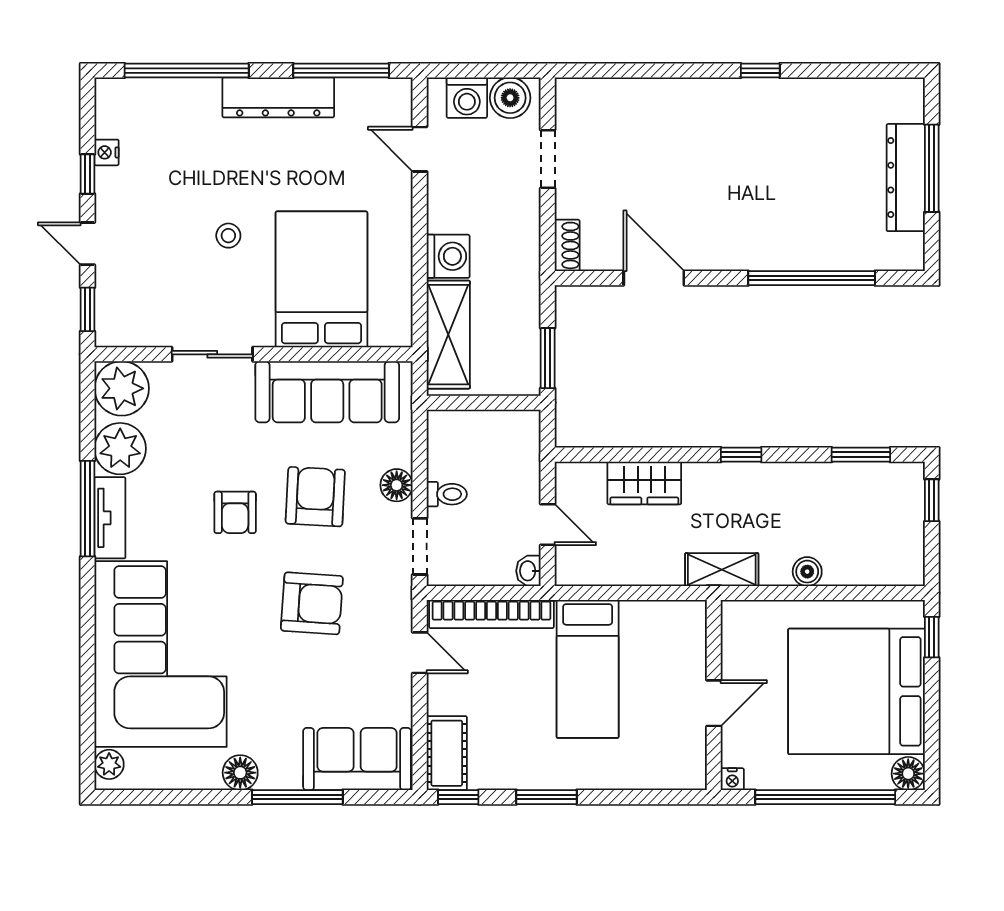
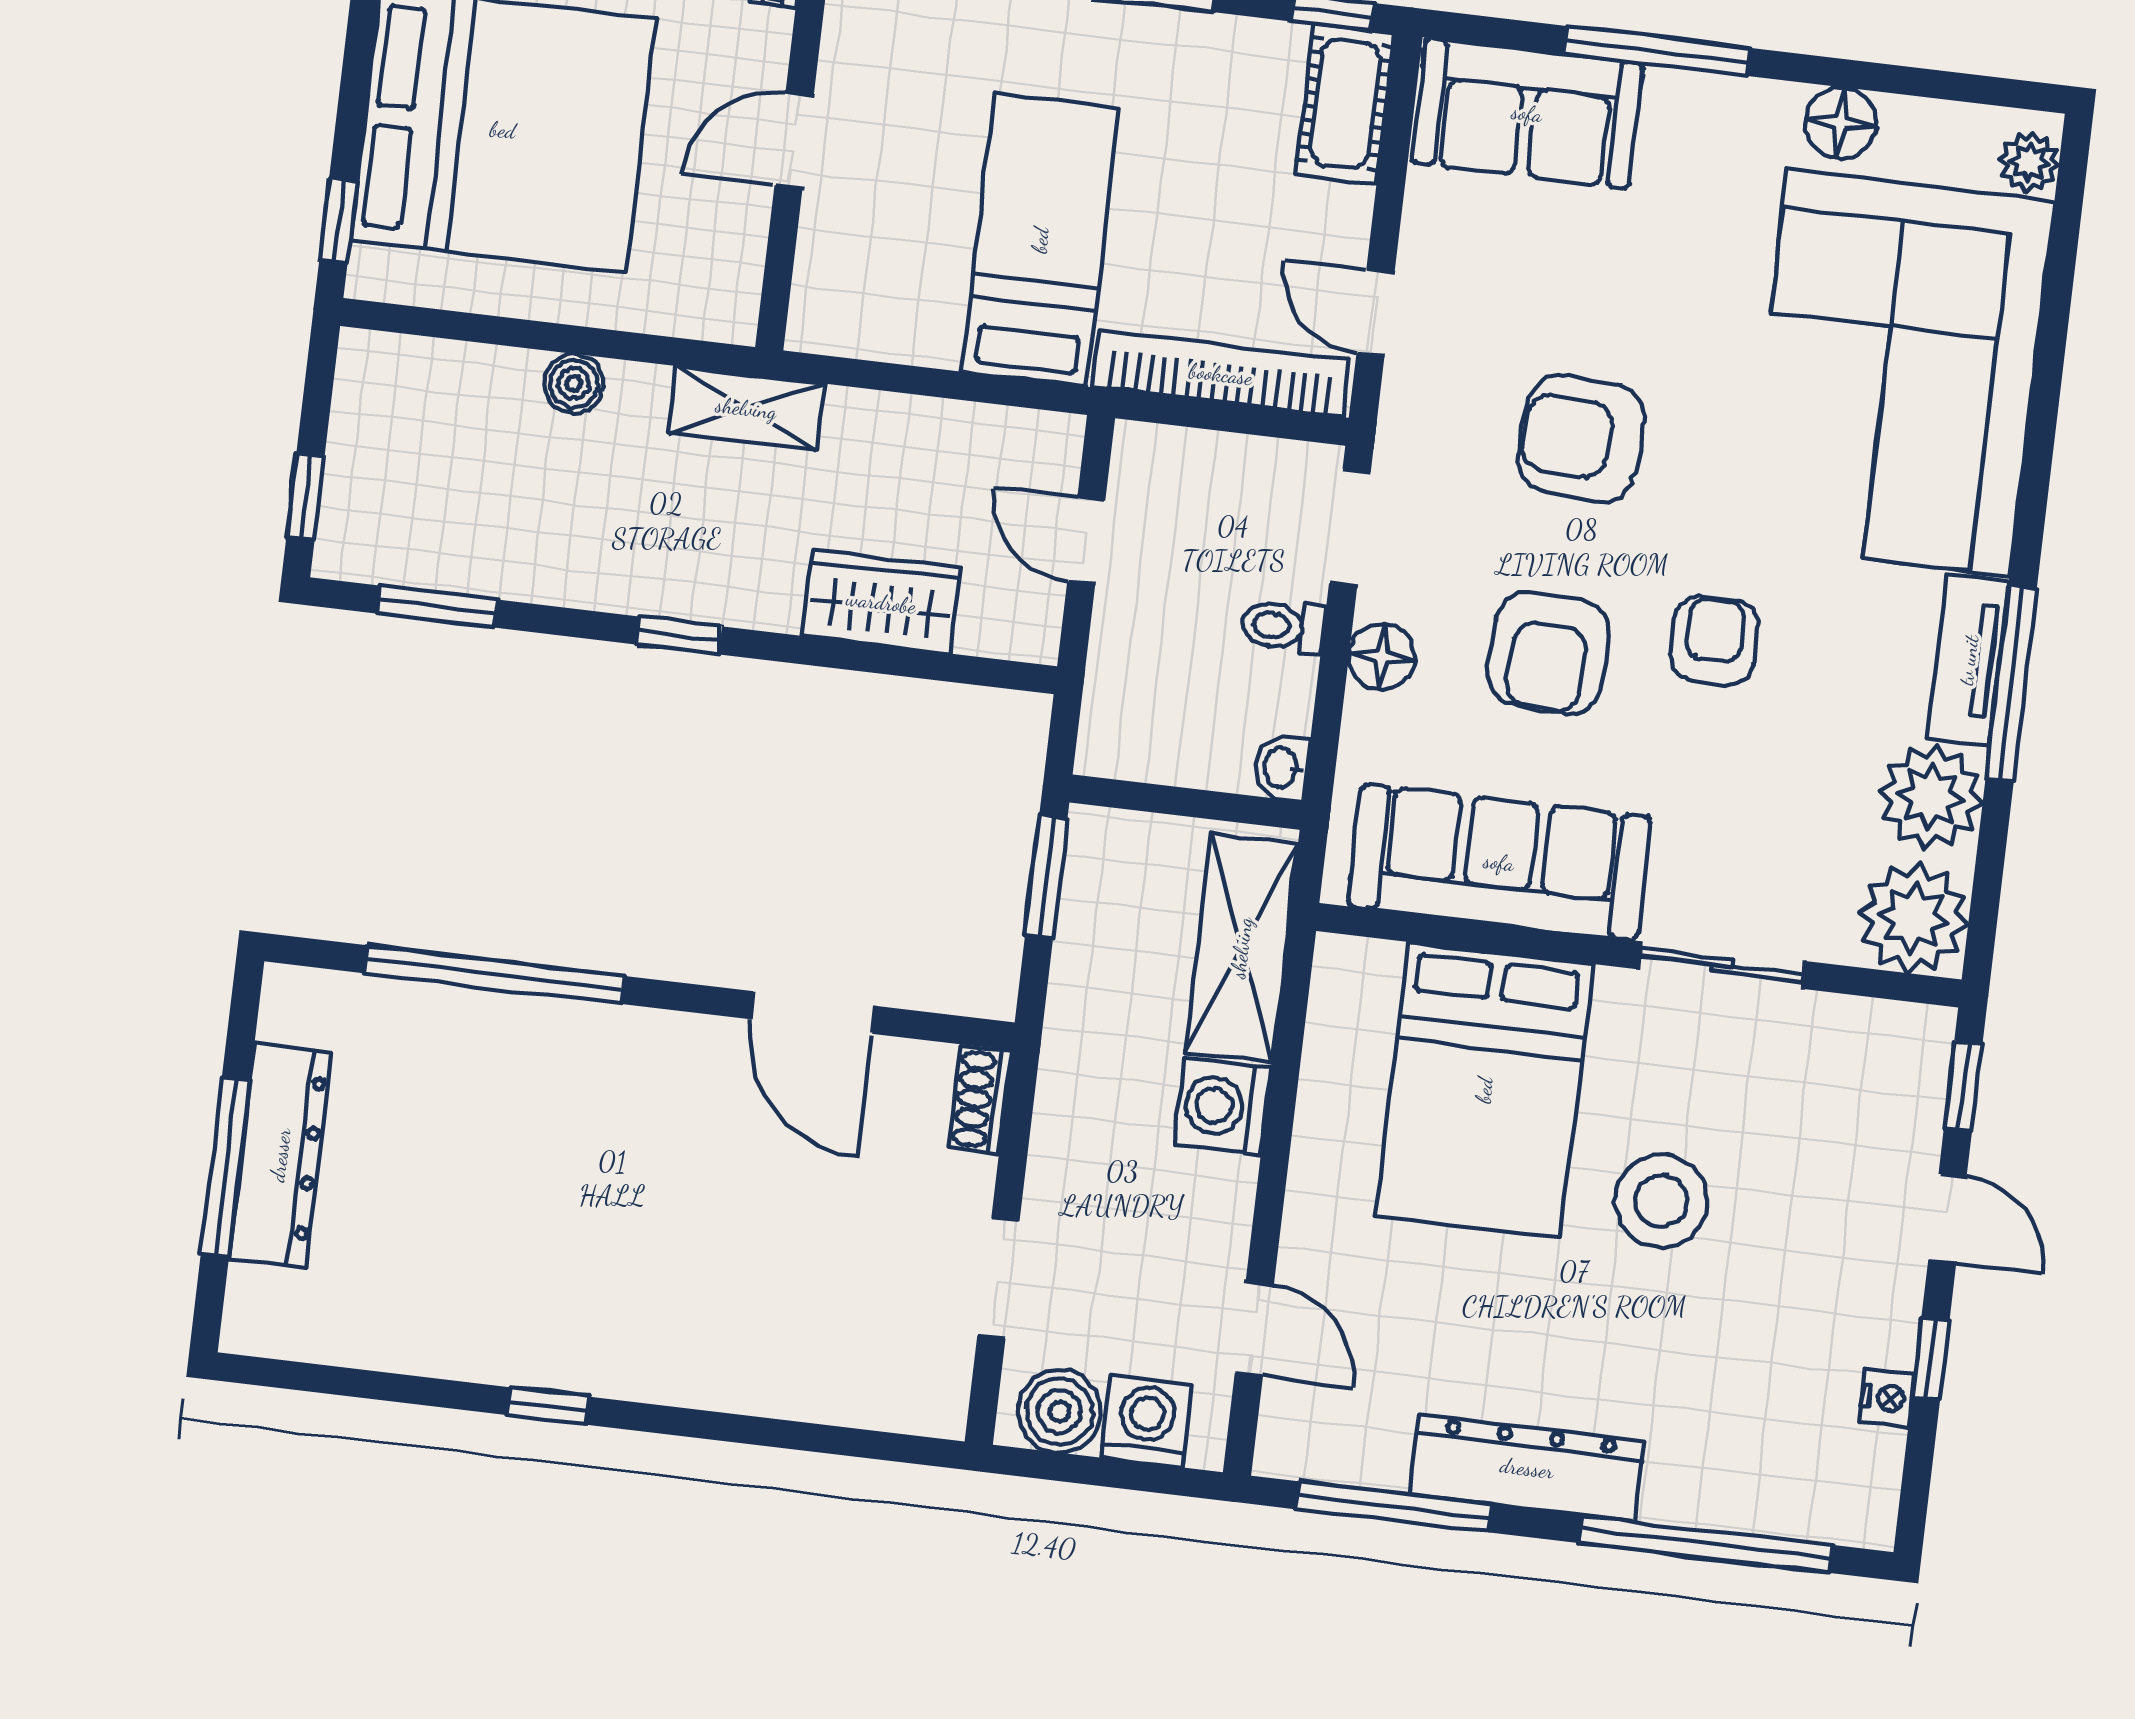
stool: (228, 236) -> (1661, 1201), width x1.89, depth x1.89
washbasin: (528, 571) -> (1282, 768), moved, turned 180
floor lamp: (240, 773) -> (1840, 123), moved

